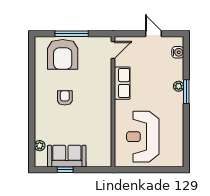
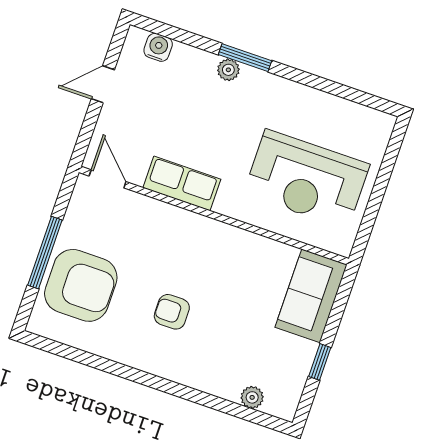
sofa: (67, 156) -> (311, 296), moved

